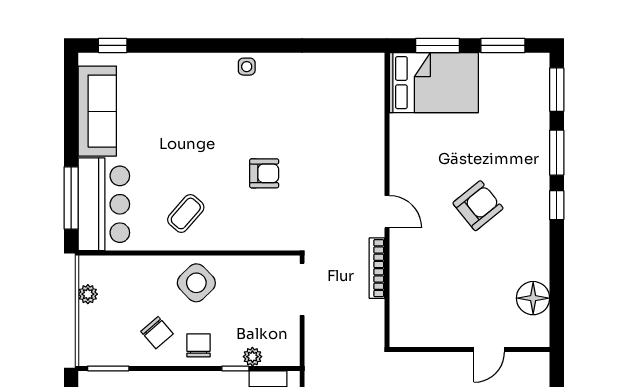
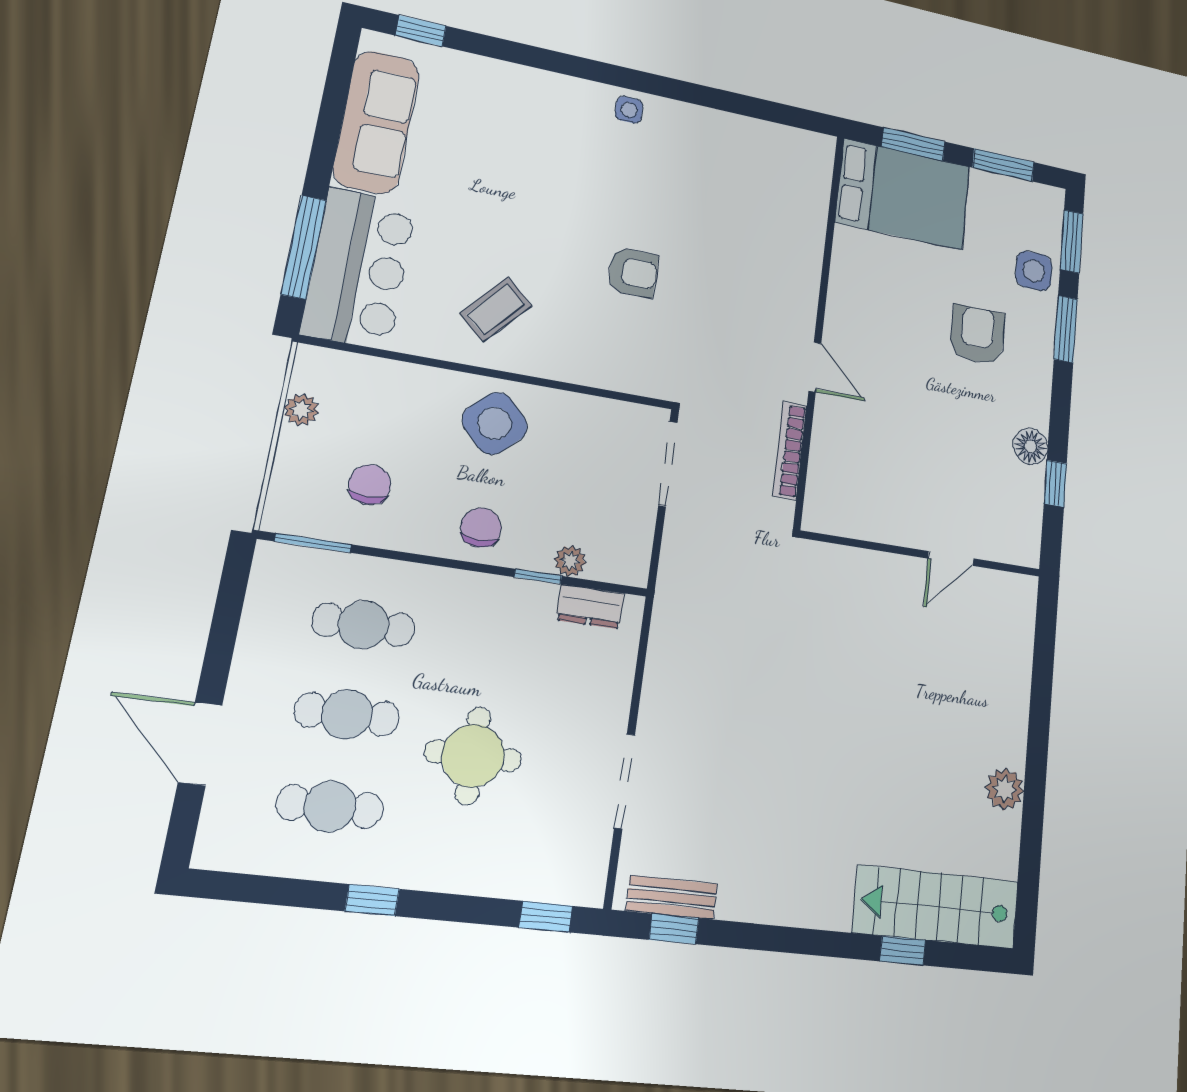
side table: (531, 116) -> (1034, 271), added
window: (557, 205) -> (1055, 484), moved
armchair: (478, 206) -> (977, 335), moved, turned -51
floor lamp: (533, 298) -> (1031, 446), moved, width x0.73, depth x0.73
chair: (157, 333) -> (370, 484), moved, turned -139
wall: (470, 350) -> (922, 554), moved
door: (489, 350) -> (951, 559), moved

